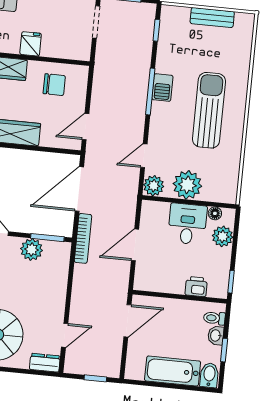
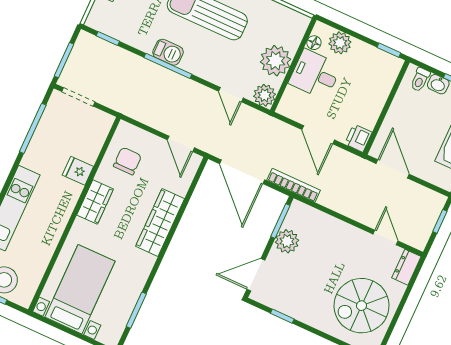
printer: (196, 287) -> (358, 138), moved

